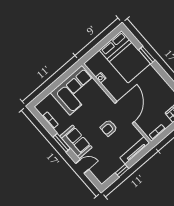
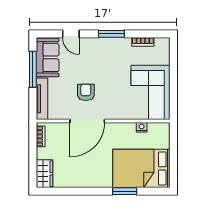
door: (125, 113) -> (87, 121), hinge flipped
sofa: (76, 142) -> (48, 57), moved, turned -90
door: (82, 166) -> (71, 34), hinge flipped
window: (122, 171) -> (33, 69), width x2.17

